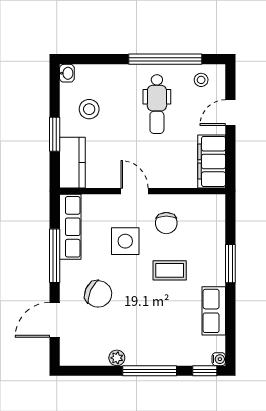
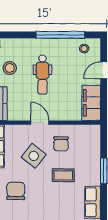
dental chair: (157, 104) -> (42, 75), moved
side table: (125, 241) -> (34, 156), turned 38
chair: (98, 294) -> (16, 191), turned -114

